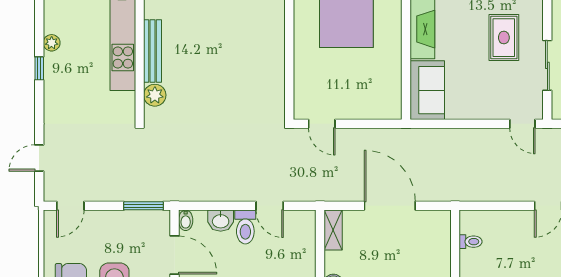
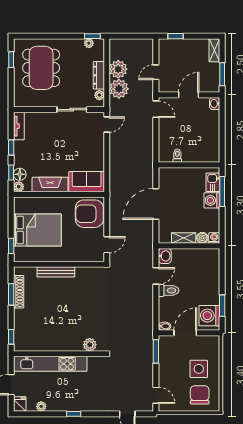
rug: (504, 38) -> (55, 136), removed
plant: (52, 43) -> (41, 406), moved
bench: (153, 51) -> (56, 272), moved
armchair: (374, 95) -> (89, 214), added
washbasin: (221, 221) -> (165, 256), moved
shelving: (333, 230) -> (184, 238), moved

